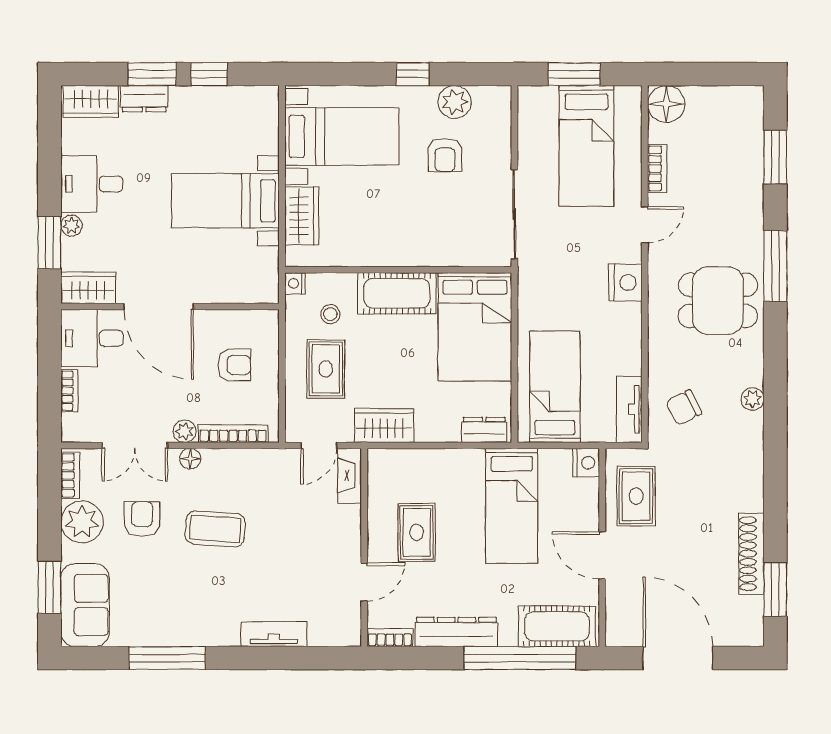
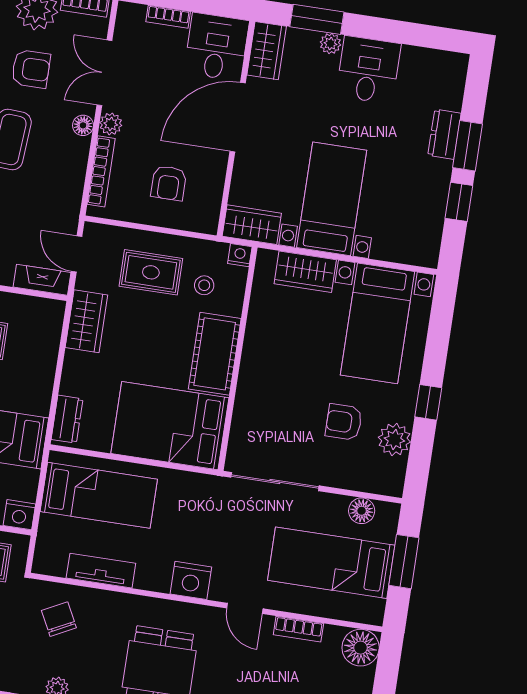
wardrobe: (91, 101) -> (252, 225), moved, turned 90
floor lamp: (530, 124) -> (362, 511), added
tv unit: (629, 409) -> (101, 571), moved

